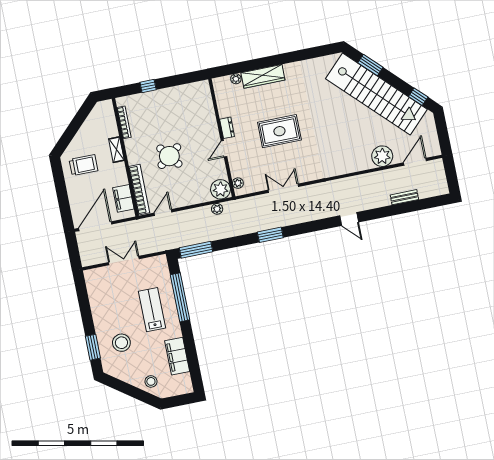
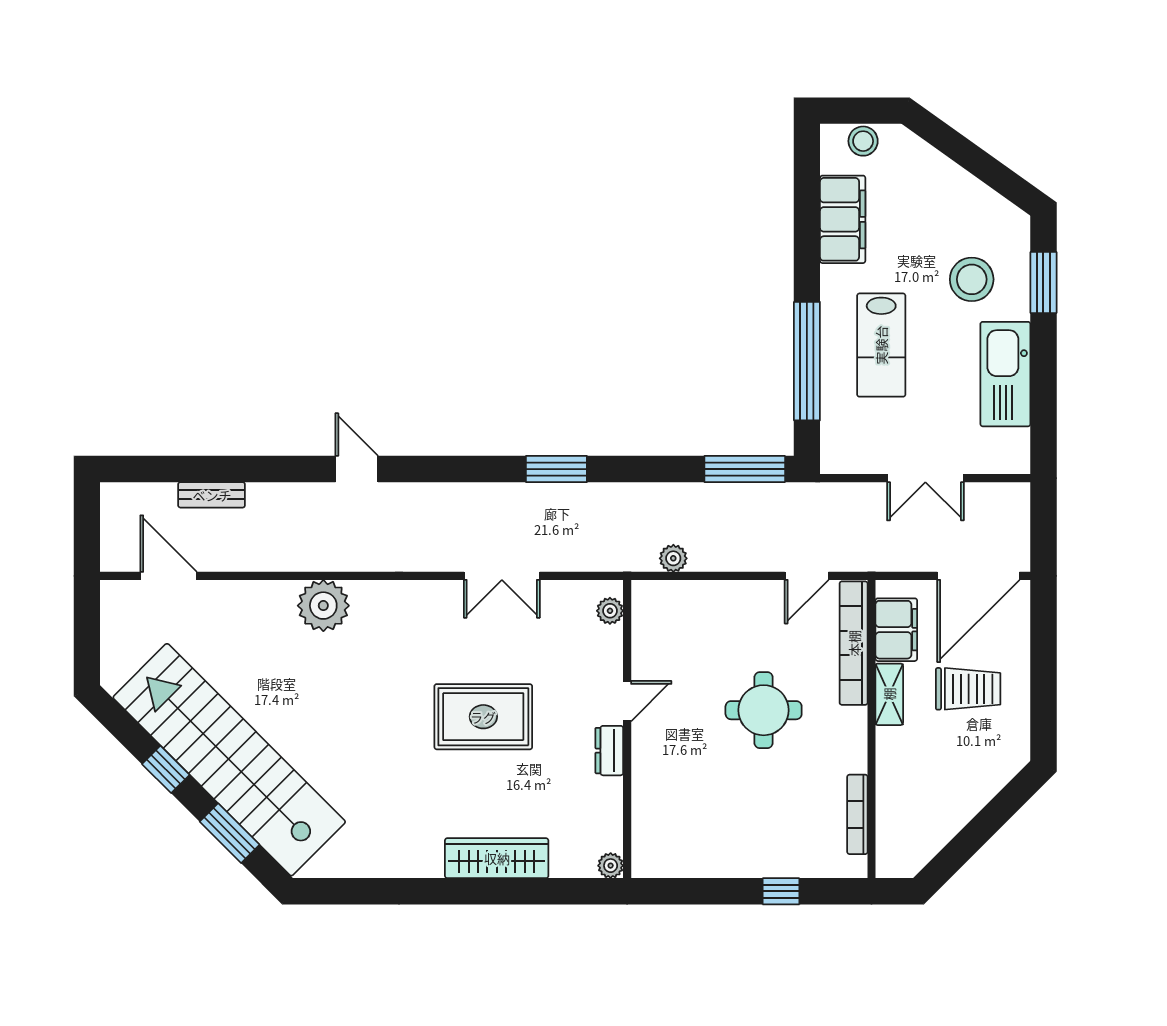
plant: (236, 79) -> (611, 866), moved
window: (418, 97) -> (166, 769), moved
shelving: (116, 150) -> (889, 694), moved
round table: (169, 156) -> (764, 710), turned 38
plant: (382, 156) -> (323, 606), moved
door: (415, 162) -> (169, 576), swing flipped
trolley: (83, 165) -> (968, 689), moved, turned 180
plant: (220, 189) -> (655, 604), removed
kitchen sink: (101, 308) -> (1005, 374), added
stool: (151, 381) -> (863, 141), moved

